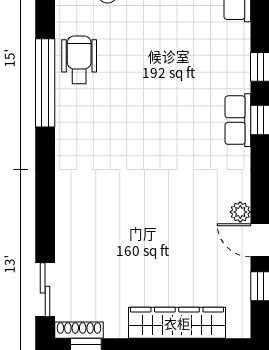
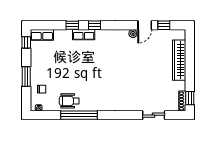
row of seats: (238, 120) -> (84, 35), moved
sliding door: (45, 290) -> (154, 115), moved

